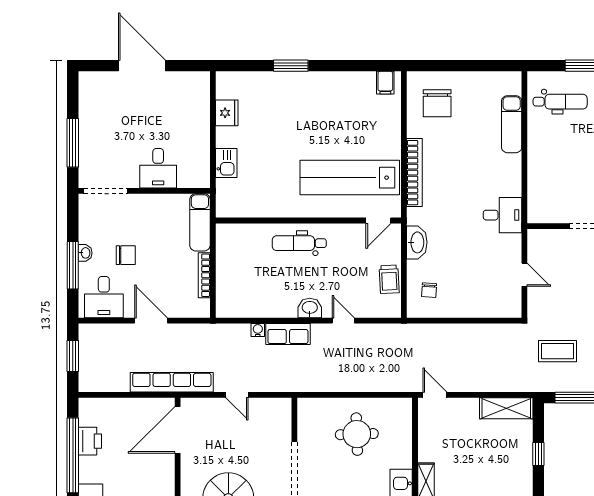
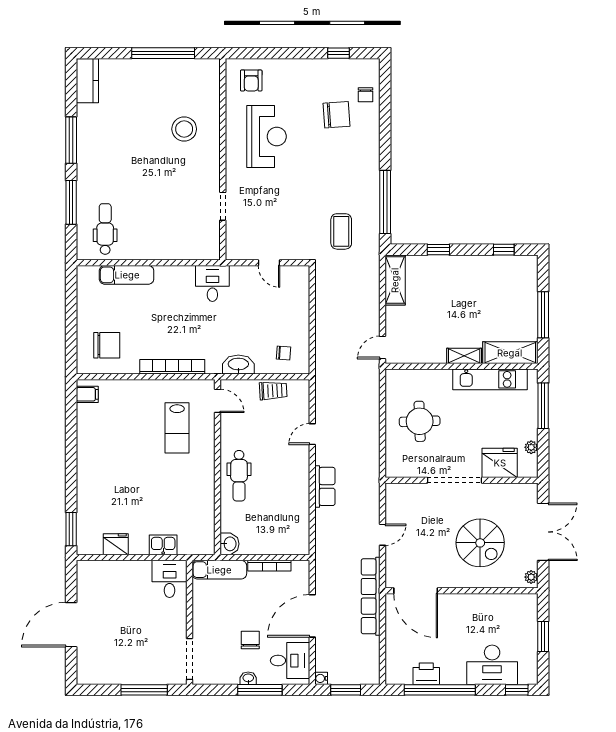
window: (291, 66) -> (71, 529), moved
desk: (158, 168) -> (170, 579), moved, turned -90
lab bench: (350, 178) -> (177, 428), width x0.54, depth x0.72
door: (524, 275) -> (269, 263), swing flipped
washbasin: (310, 308) -> (230, 544), moved, turned 180
door: (151, 321) -> (312, 616), width x1.36
water cooler: (258, 330) -> (321, 678), moved

